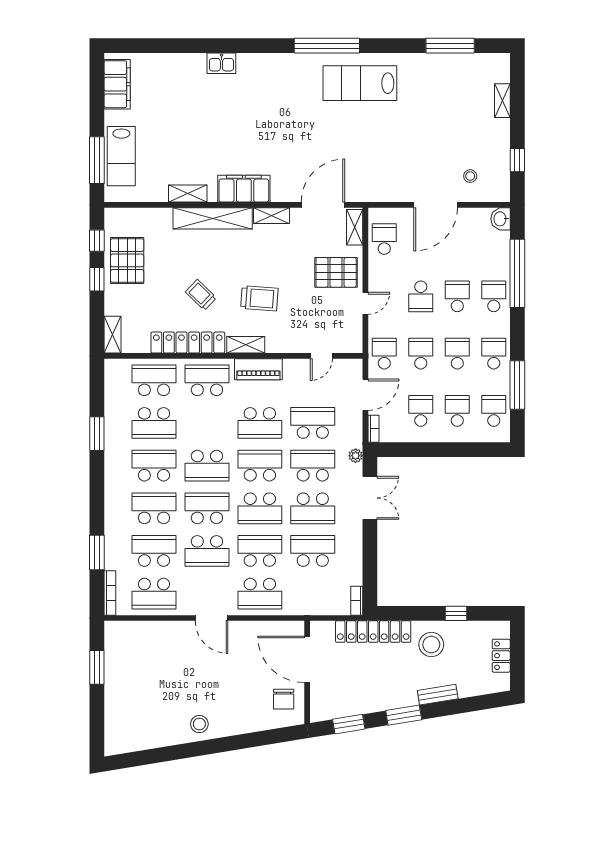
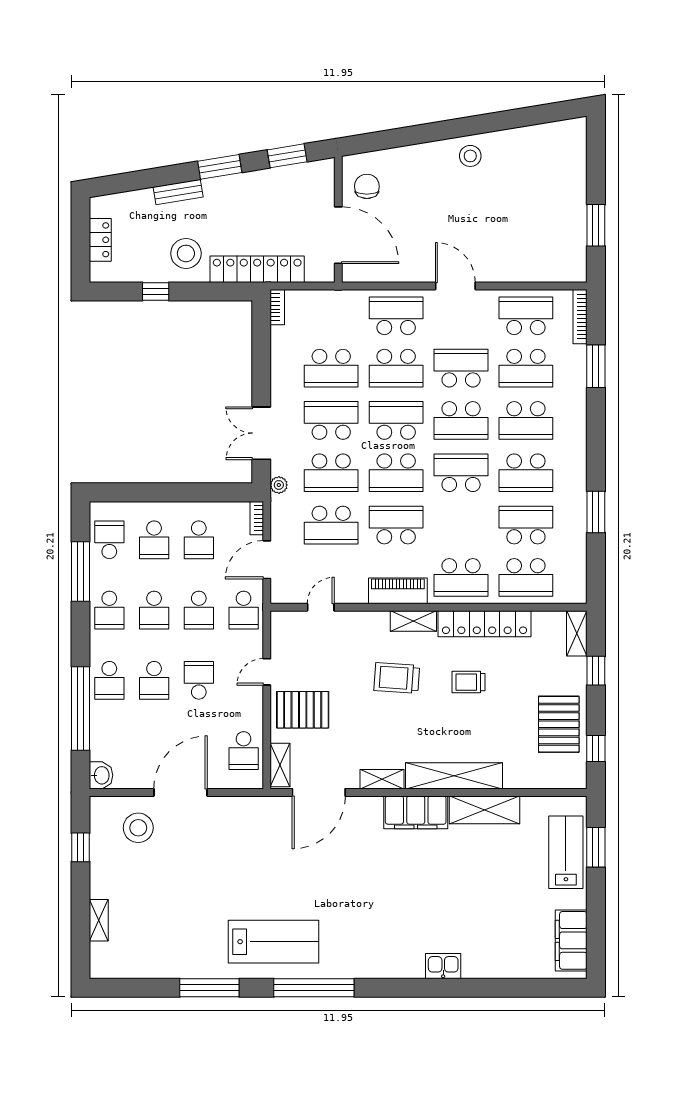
window: (450, 46) -> (209, 988), moved
window: (97, 160) -> (596, 847), width x0.69
stool: (470, 176) -> (138, 828), width x1.89, depth x1.89
shelving: (188, 194) -> (484, 810), width x1.50, depth x1.33
window: (97, 279) -> (596, 671), moved
trolley: (201, 295) -> (468, 682), turned 136
school desk: (494, 411) -> (109, 540), turned 180

